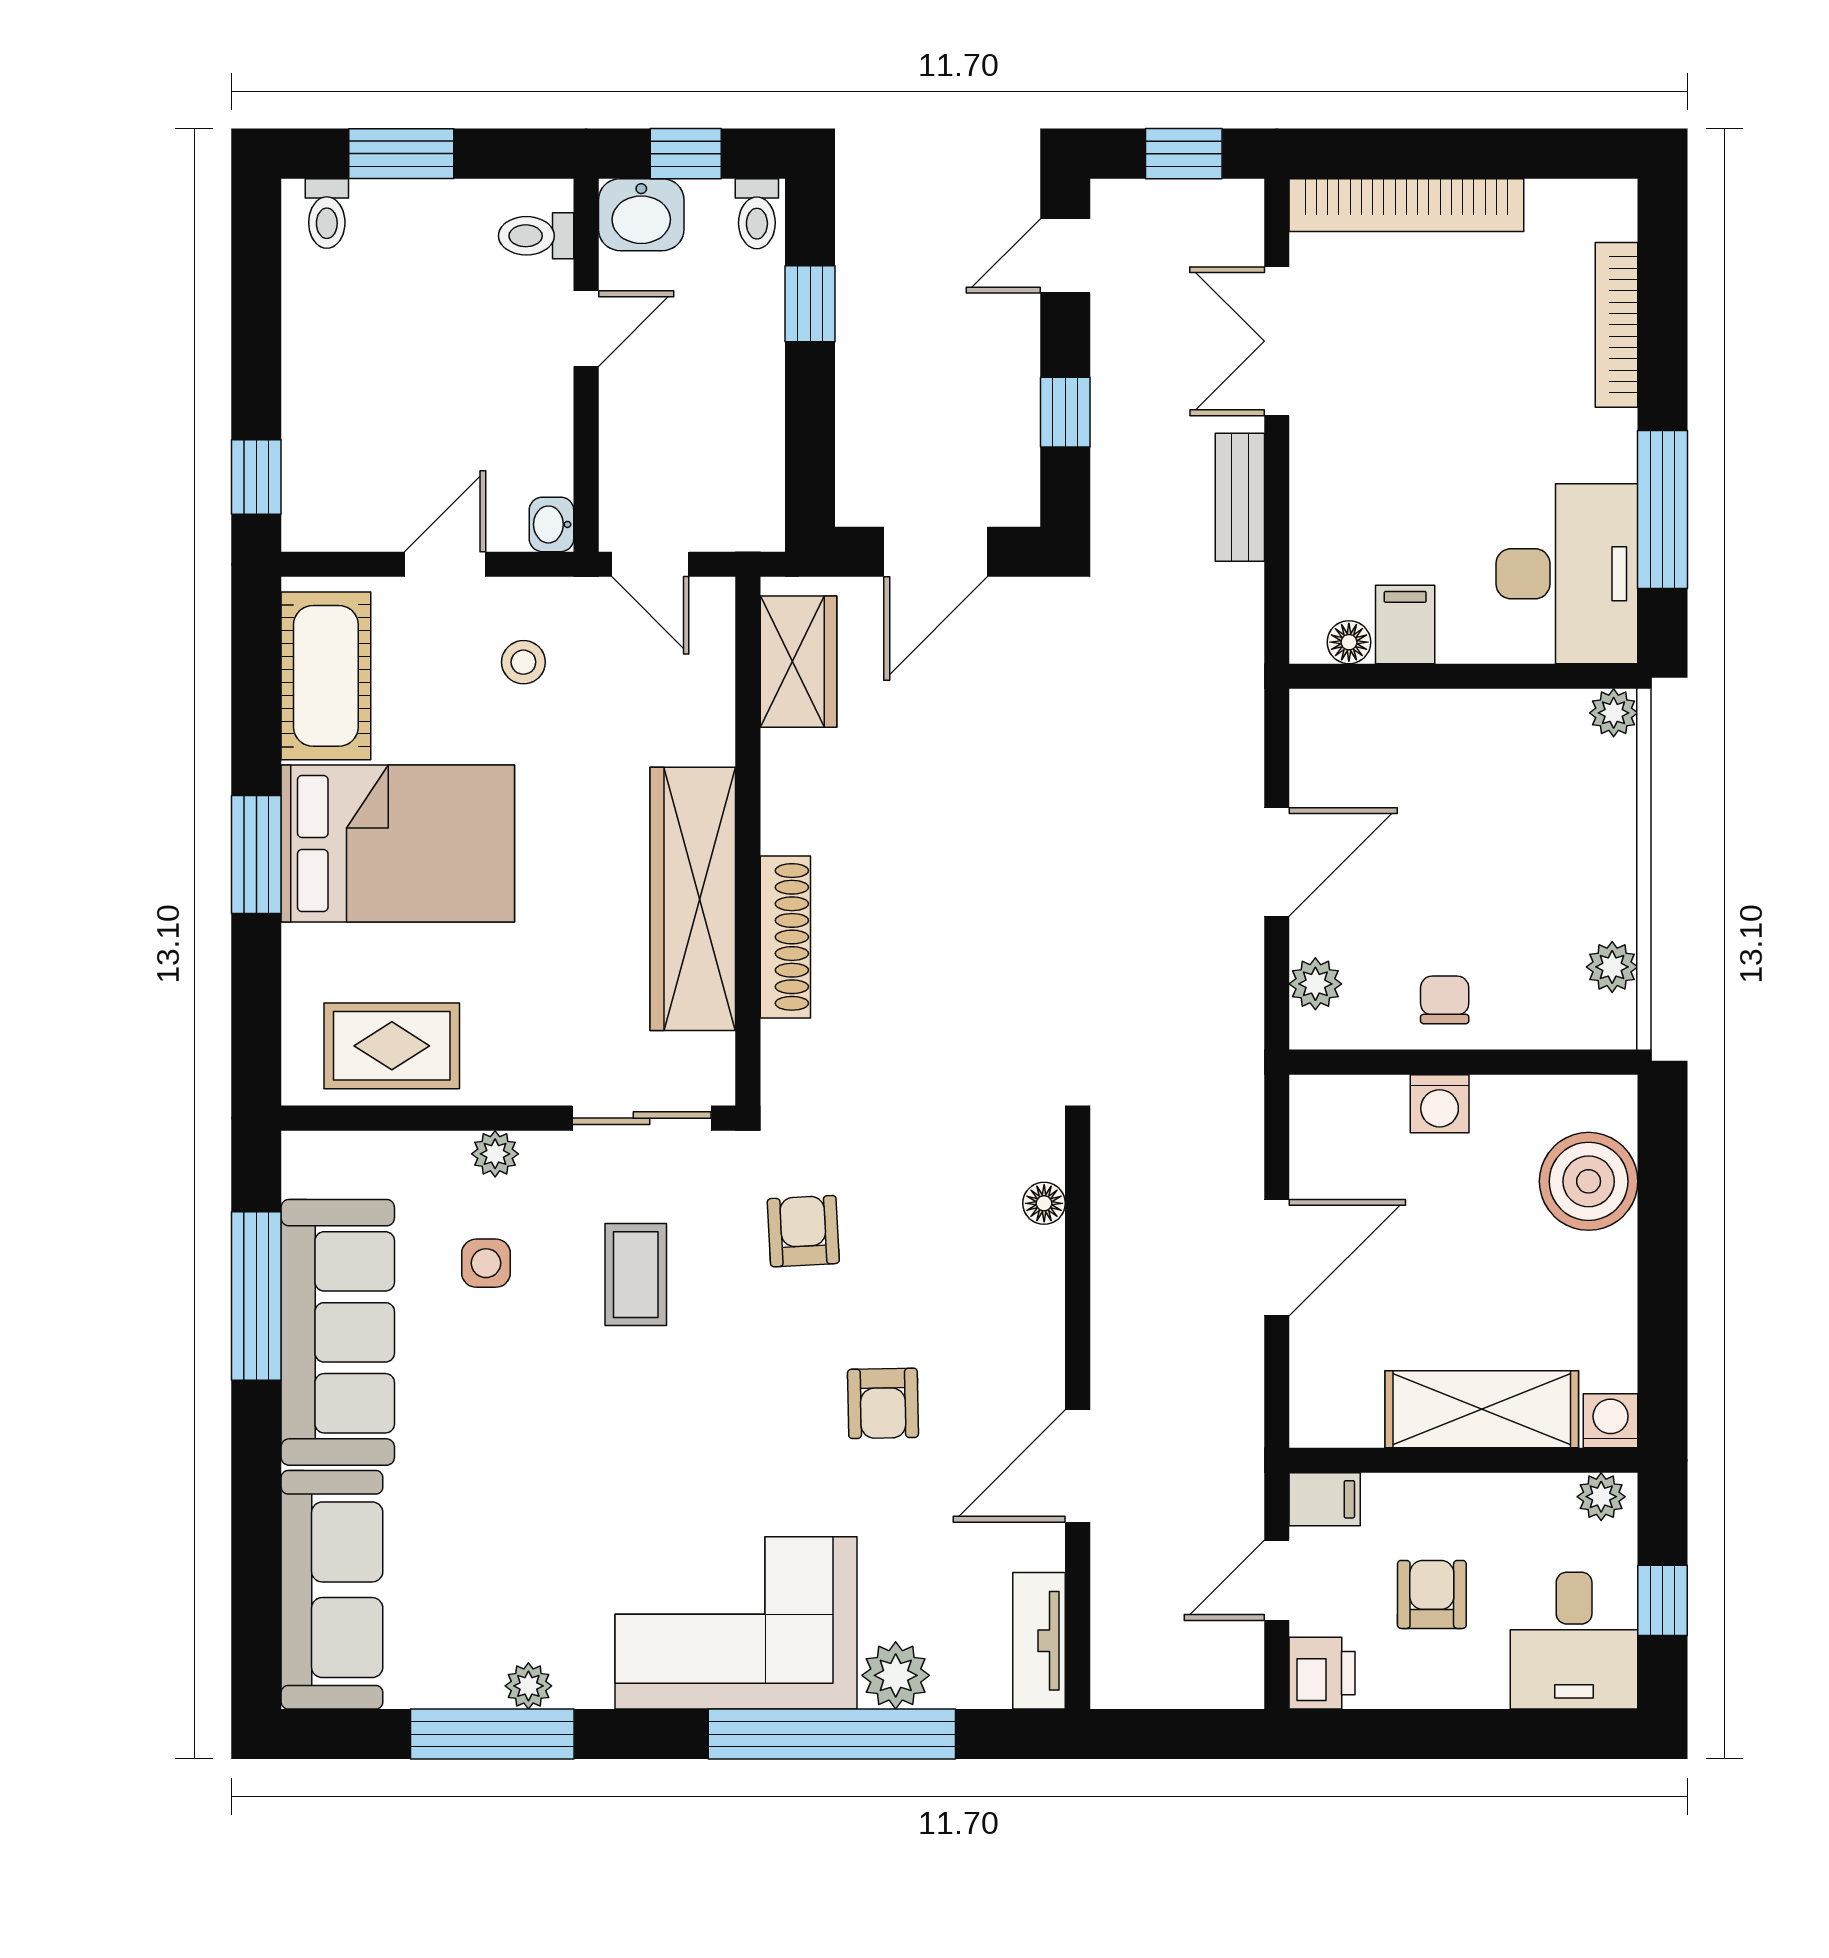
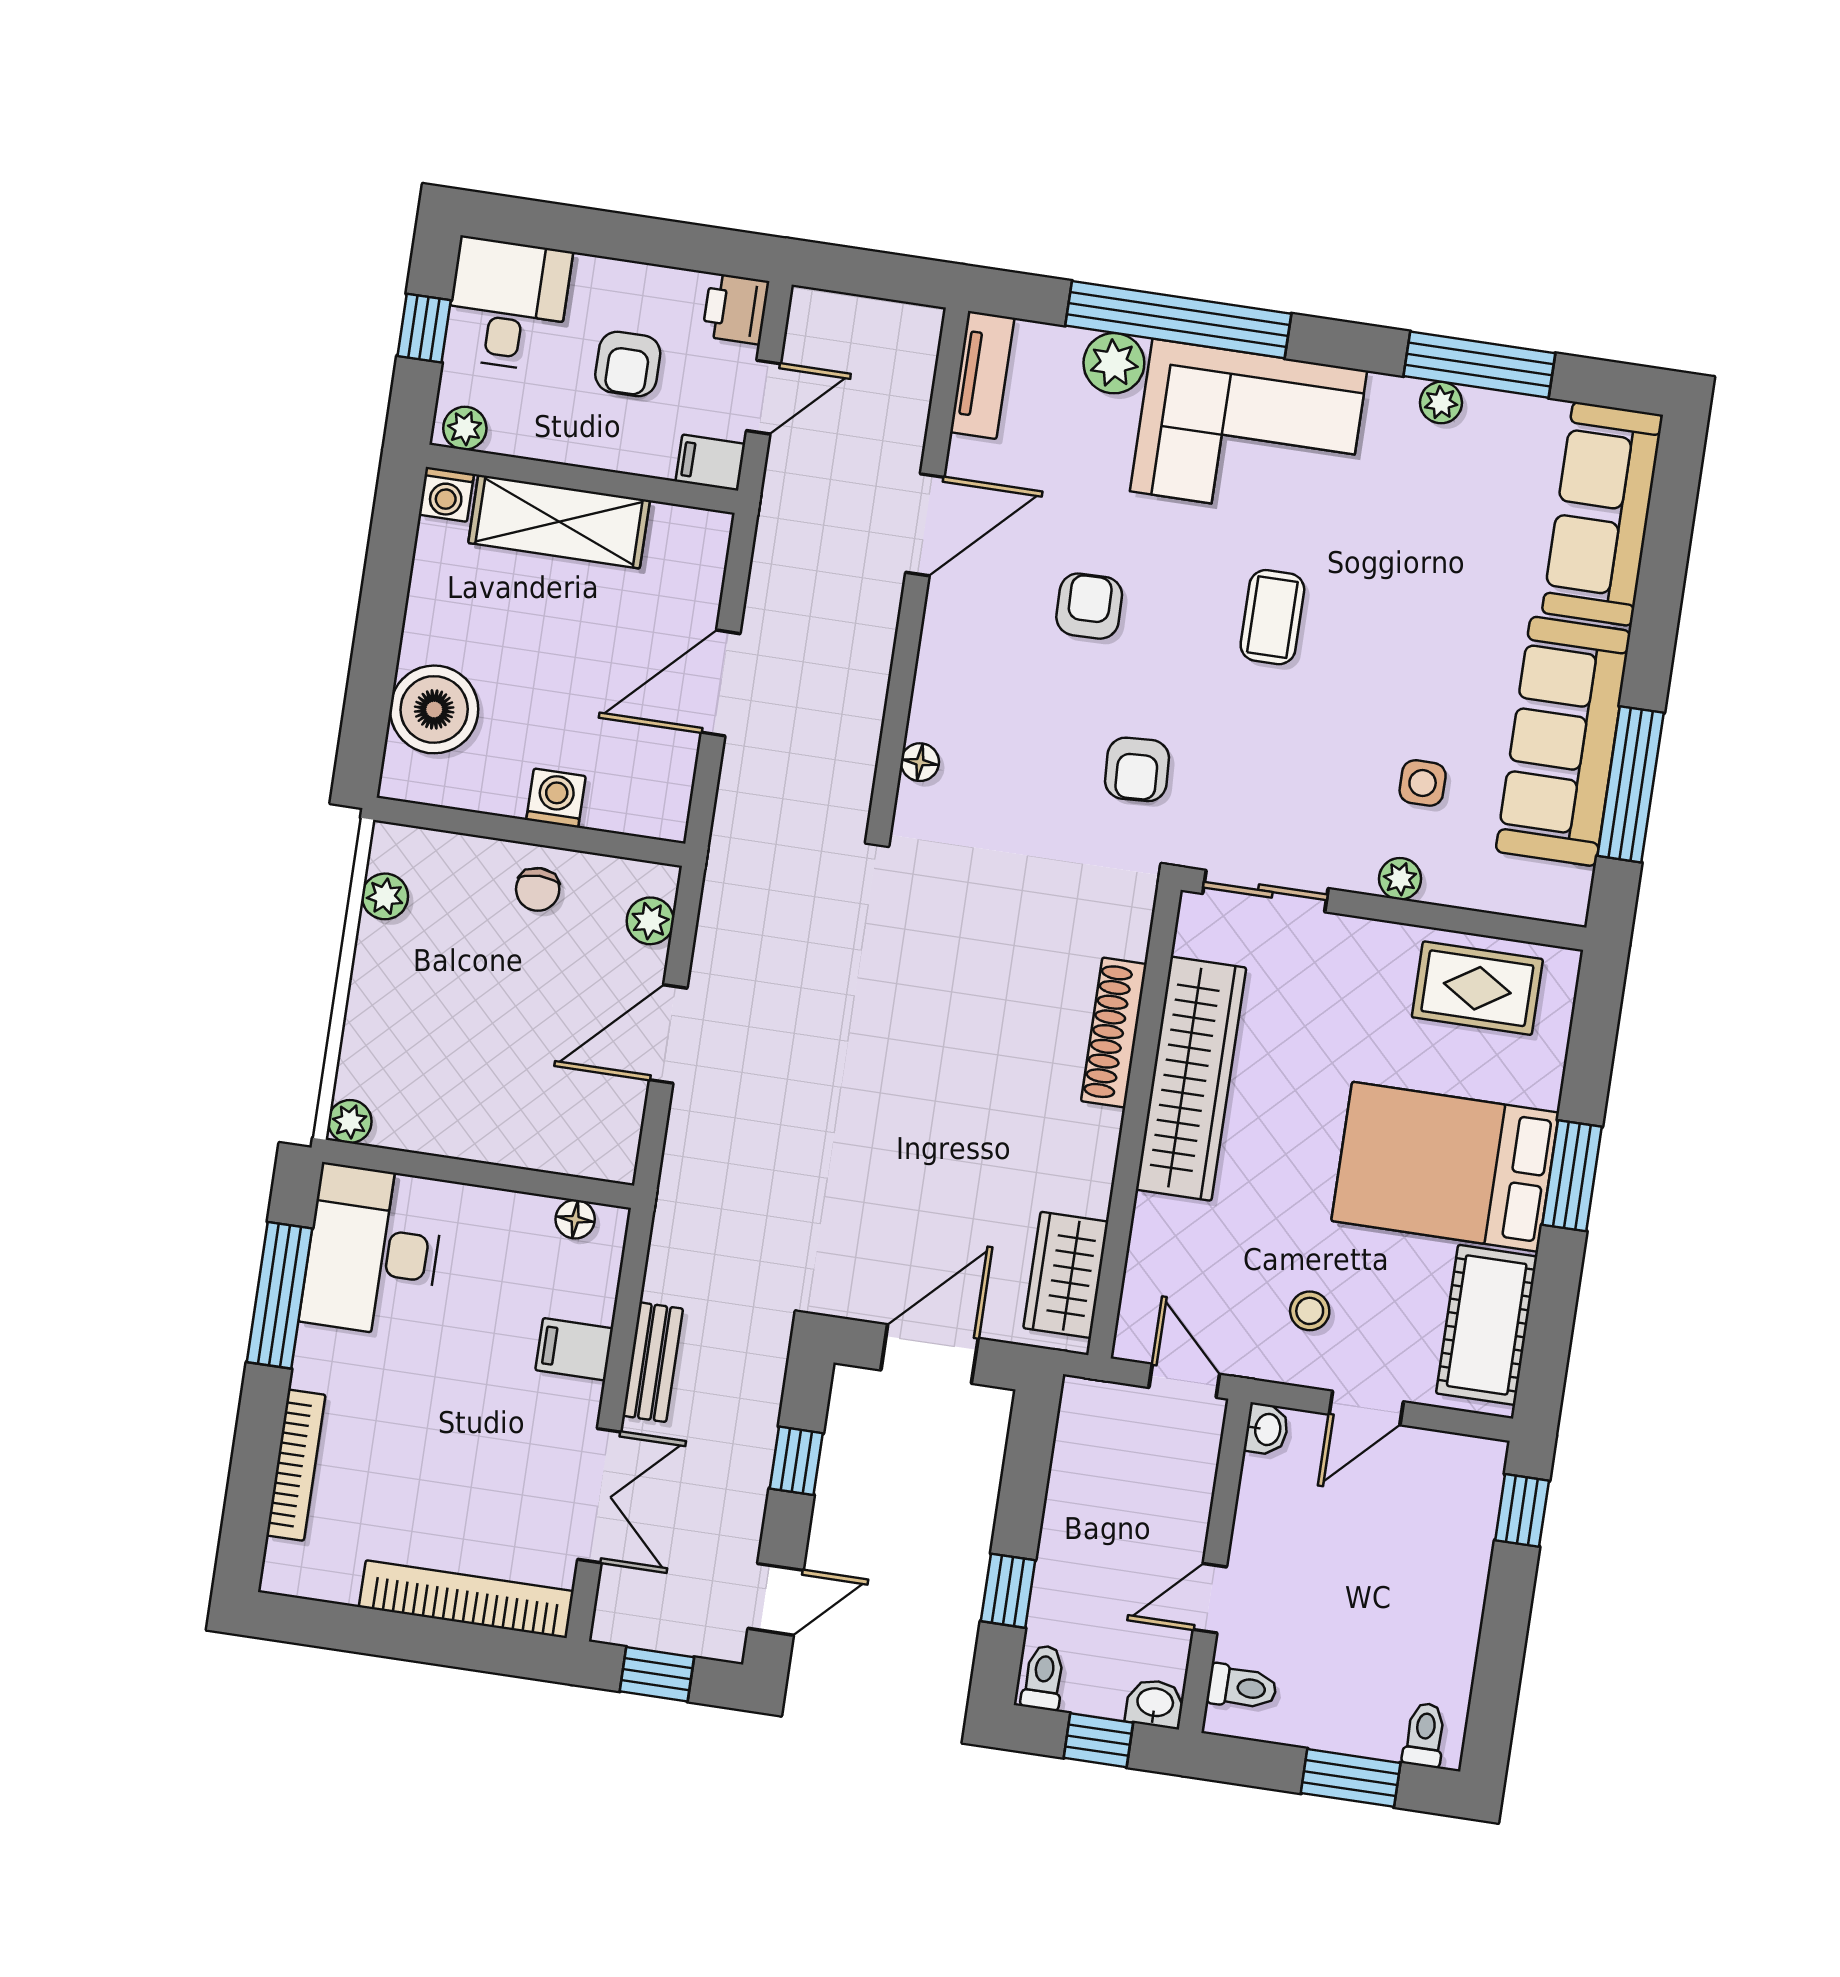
washbasin: (641, 215) -> (1155, 1704), width x0.72, depth x0.69
filing cabinet: (1405, 624) -> (574, 1349), moved, turned 90
coffee table: (636, 1275) -> (1272, 617), moved

